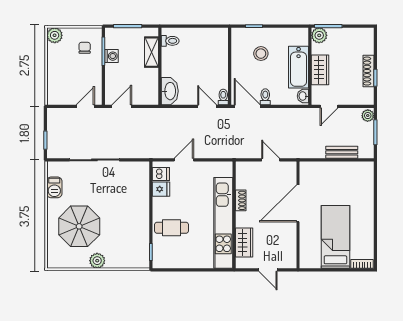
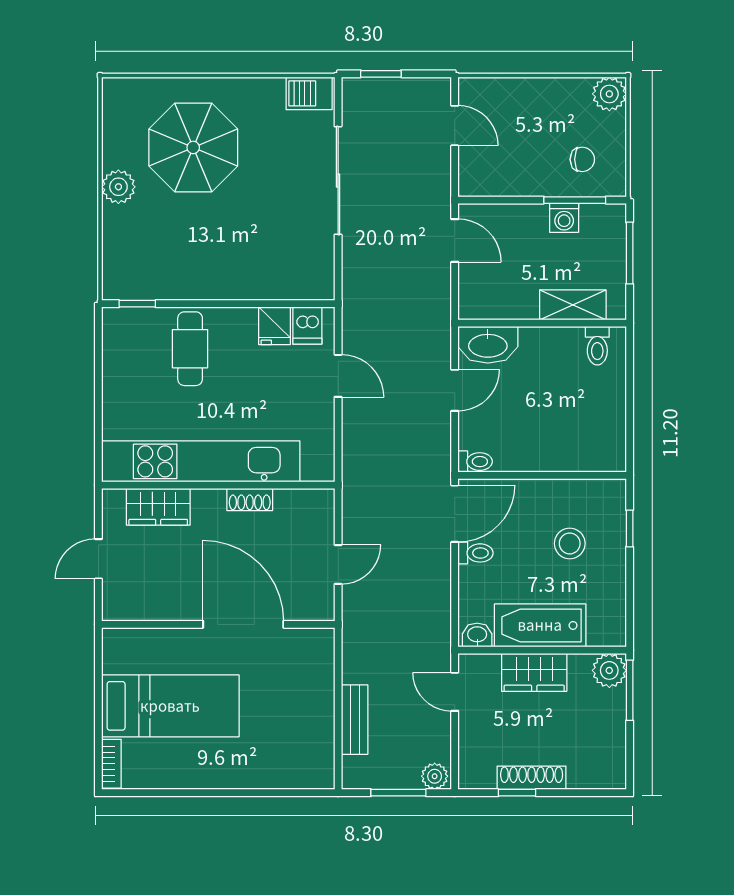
door: (85, 106) -> (455, 126), moved
door: (207, 106) -> (455, 390), moved
barbecue: (54, 187) -> (309, 93), moved

